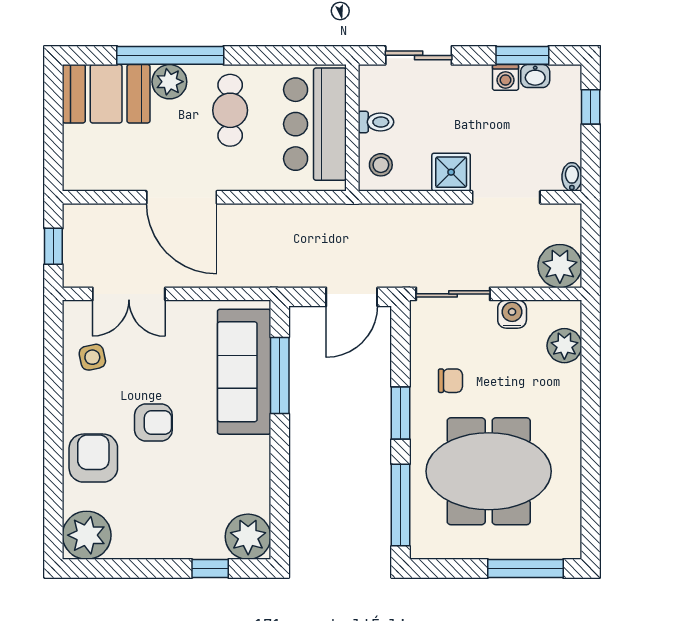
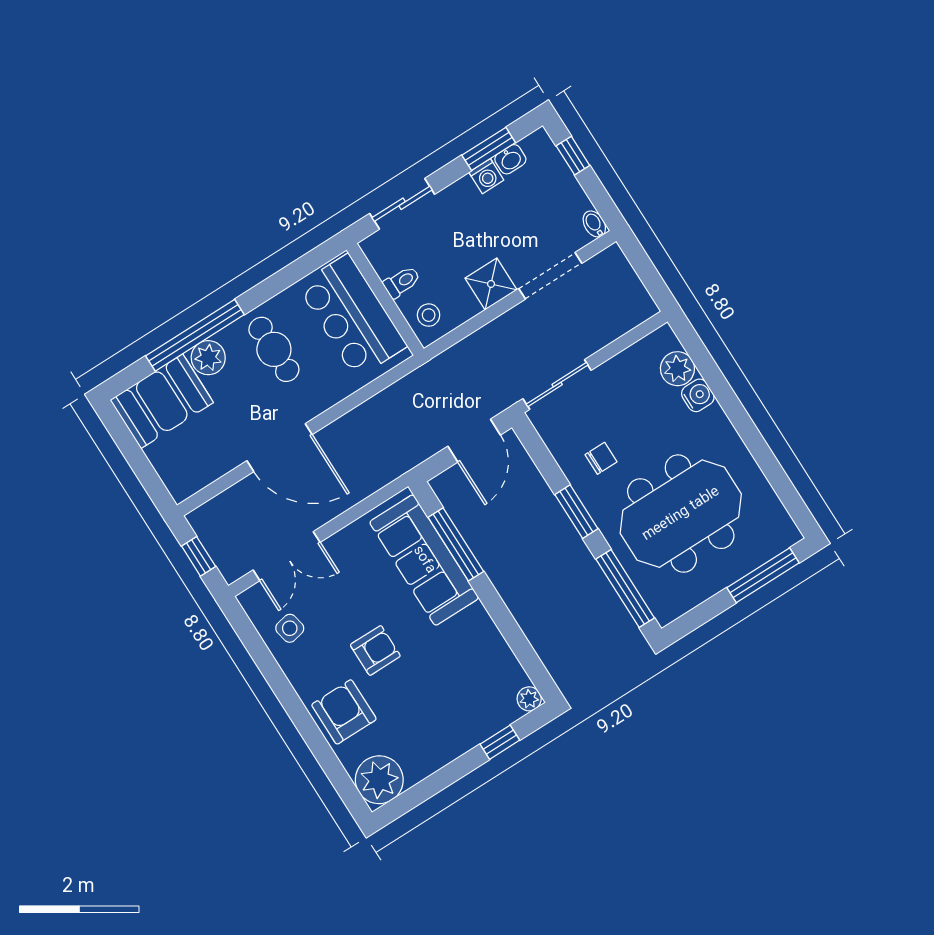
plant: (560, 266) -> (632, 305), removed
water cooler: (512, 314) -> (698, 395), moved, turned 90
plant: (248, 537) -> (529, 699), width x0.53, depth x0.53

